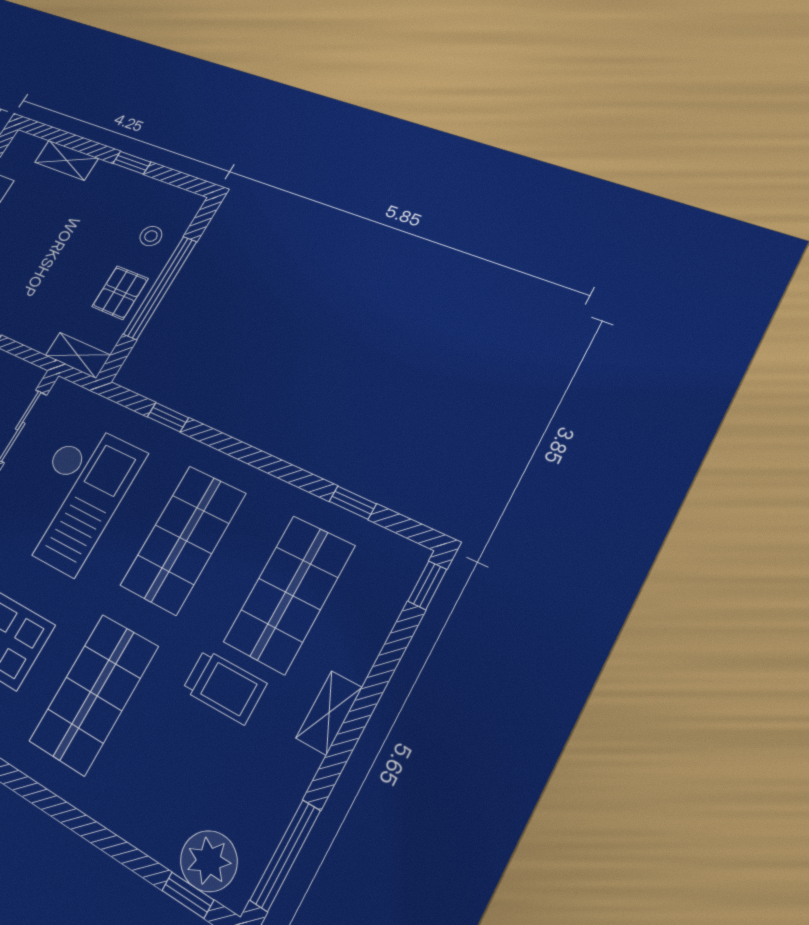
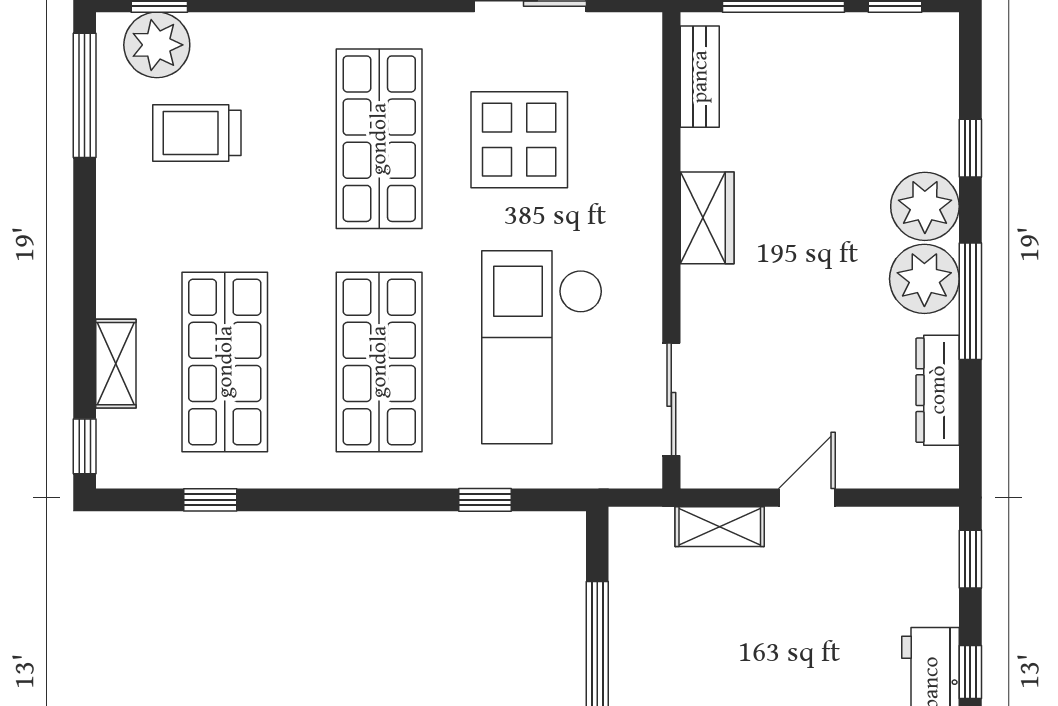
pallet: (120, 293) -> (648, 636), removed
shelving: (78, 355) -> (720, 527), moved
trolley: (224, 687) -> (197, 133), moved
shelving: (329, 713) -> (116, 364), moved

